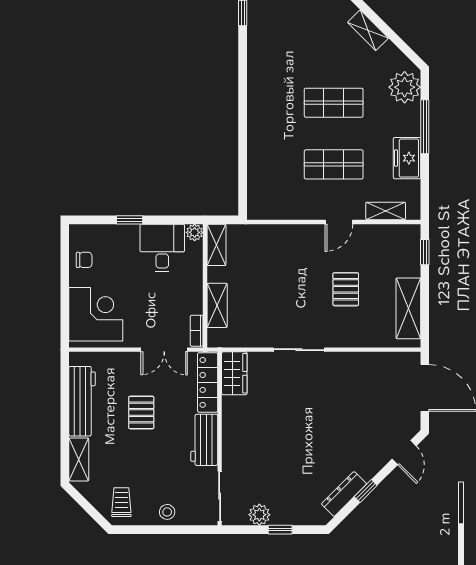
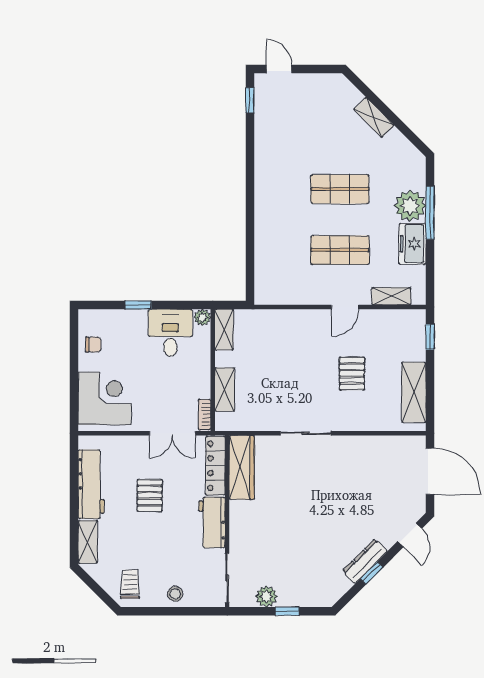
plant: (405, 87) -> (410, 206), moved
wardrobe: (234, 373) -> (242, 467), width x1.50
dresser: (344, 494) -> (365, 561), moved

